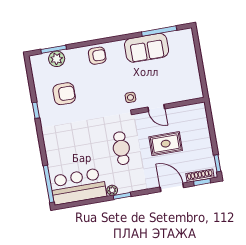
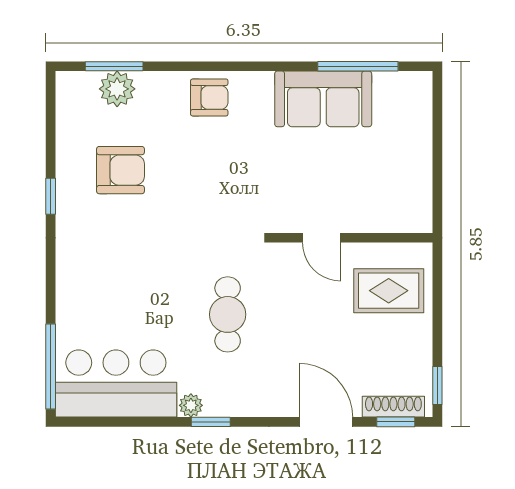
side table: (130, 97) -> (268, 204), removed
rug: (166, 144) -> (389, 291), moved

